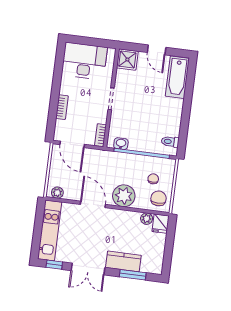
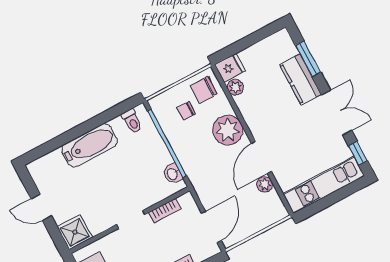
door: (157, 50) -> (41, 207), swing flipped
bathtub: (177, 77) -> (89, 145), moved
bookcase: (100, 135) -> (165, 211), moved
plant: (57, 193) -> (265, 184), moved

